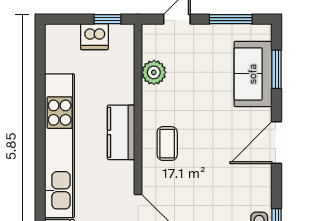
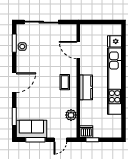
dishwasher: (94, 37) -> (86, 132), moved
sofa: (253, 74) -> (31, 129), moved, turned -90

